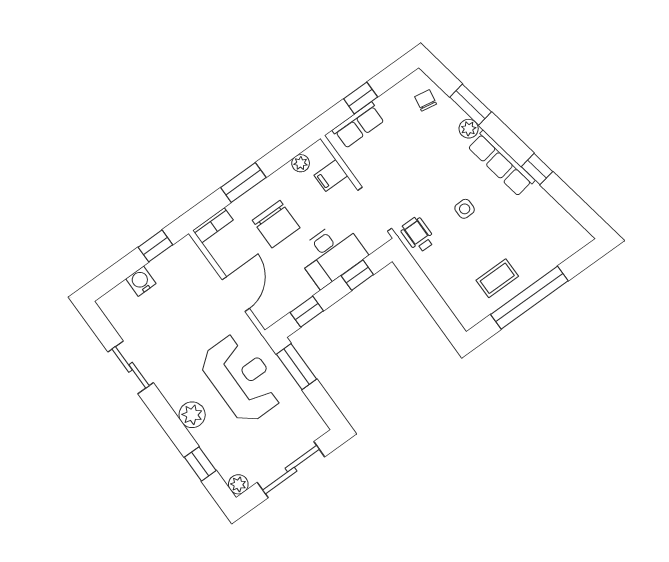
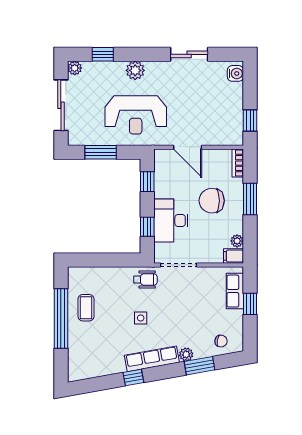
filing cabinet: (331, 175) -> (234, 256), moved, turned -90
water cooler: (141, 281) -> (235, 73), moved
window: (297, 367) -> (101, 152), moved

